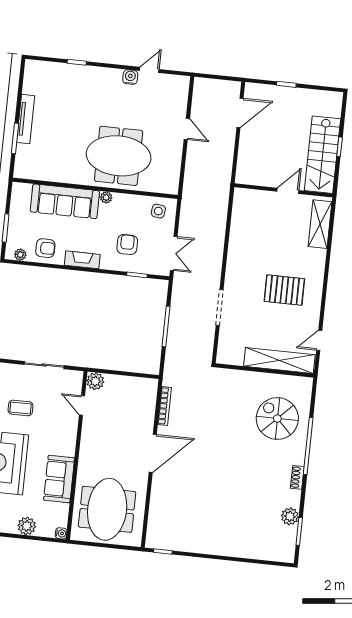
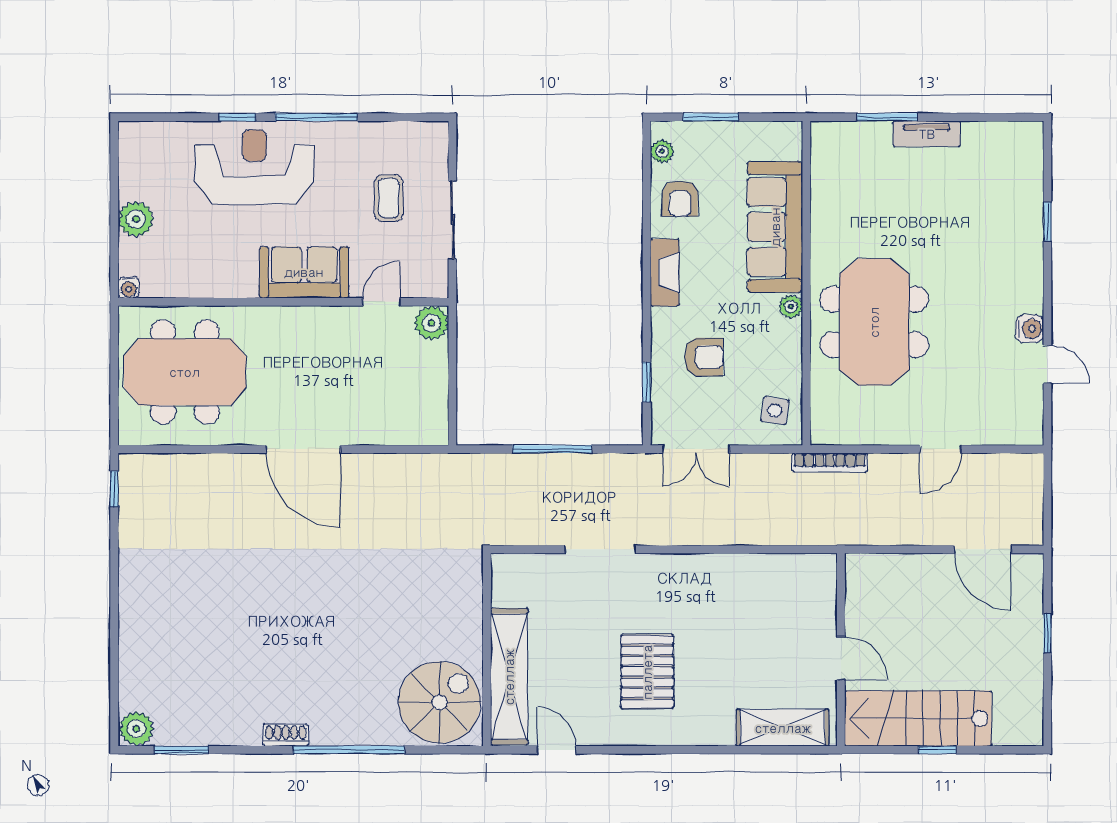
tv unit: (26, 119) -> (927, 134), width x0.71
bookcase: (165, 406) -> (830, 463), moved
coffee table: (21, 408) -> (389, 198), moved
spiral stairs: (277, 419) -> (439, 702), moved
sofa: (59, 479) -> (304, 272), moved
plant: (290, 516) -> (136, 729), moved

